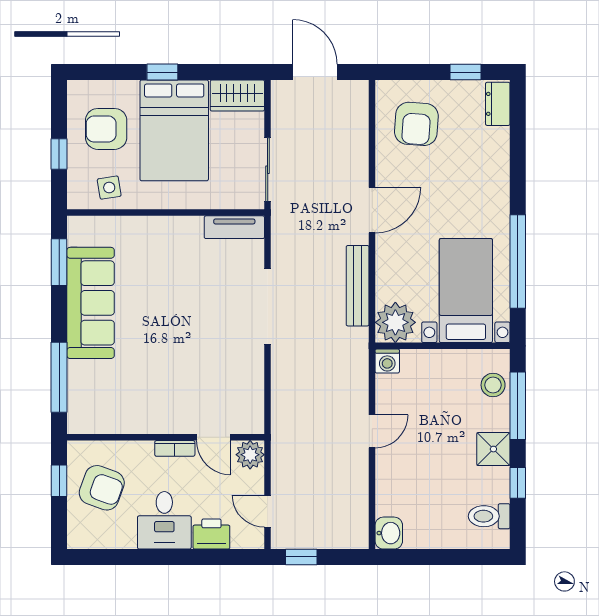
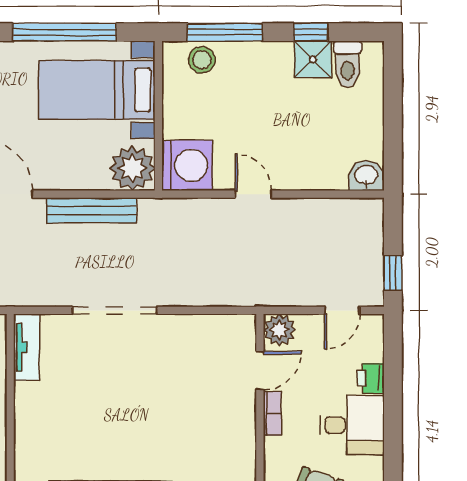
washing machine: (387, 361) -> (187, 165), width x1.89, depth x1.89
shower: (493, 449) -> (313, 59), moved
printer: (211, 534) -> (371, 378), width x0.73, depth x0.81

